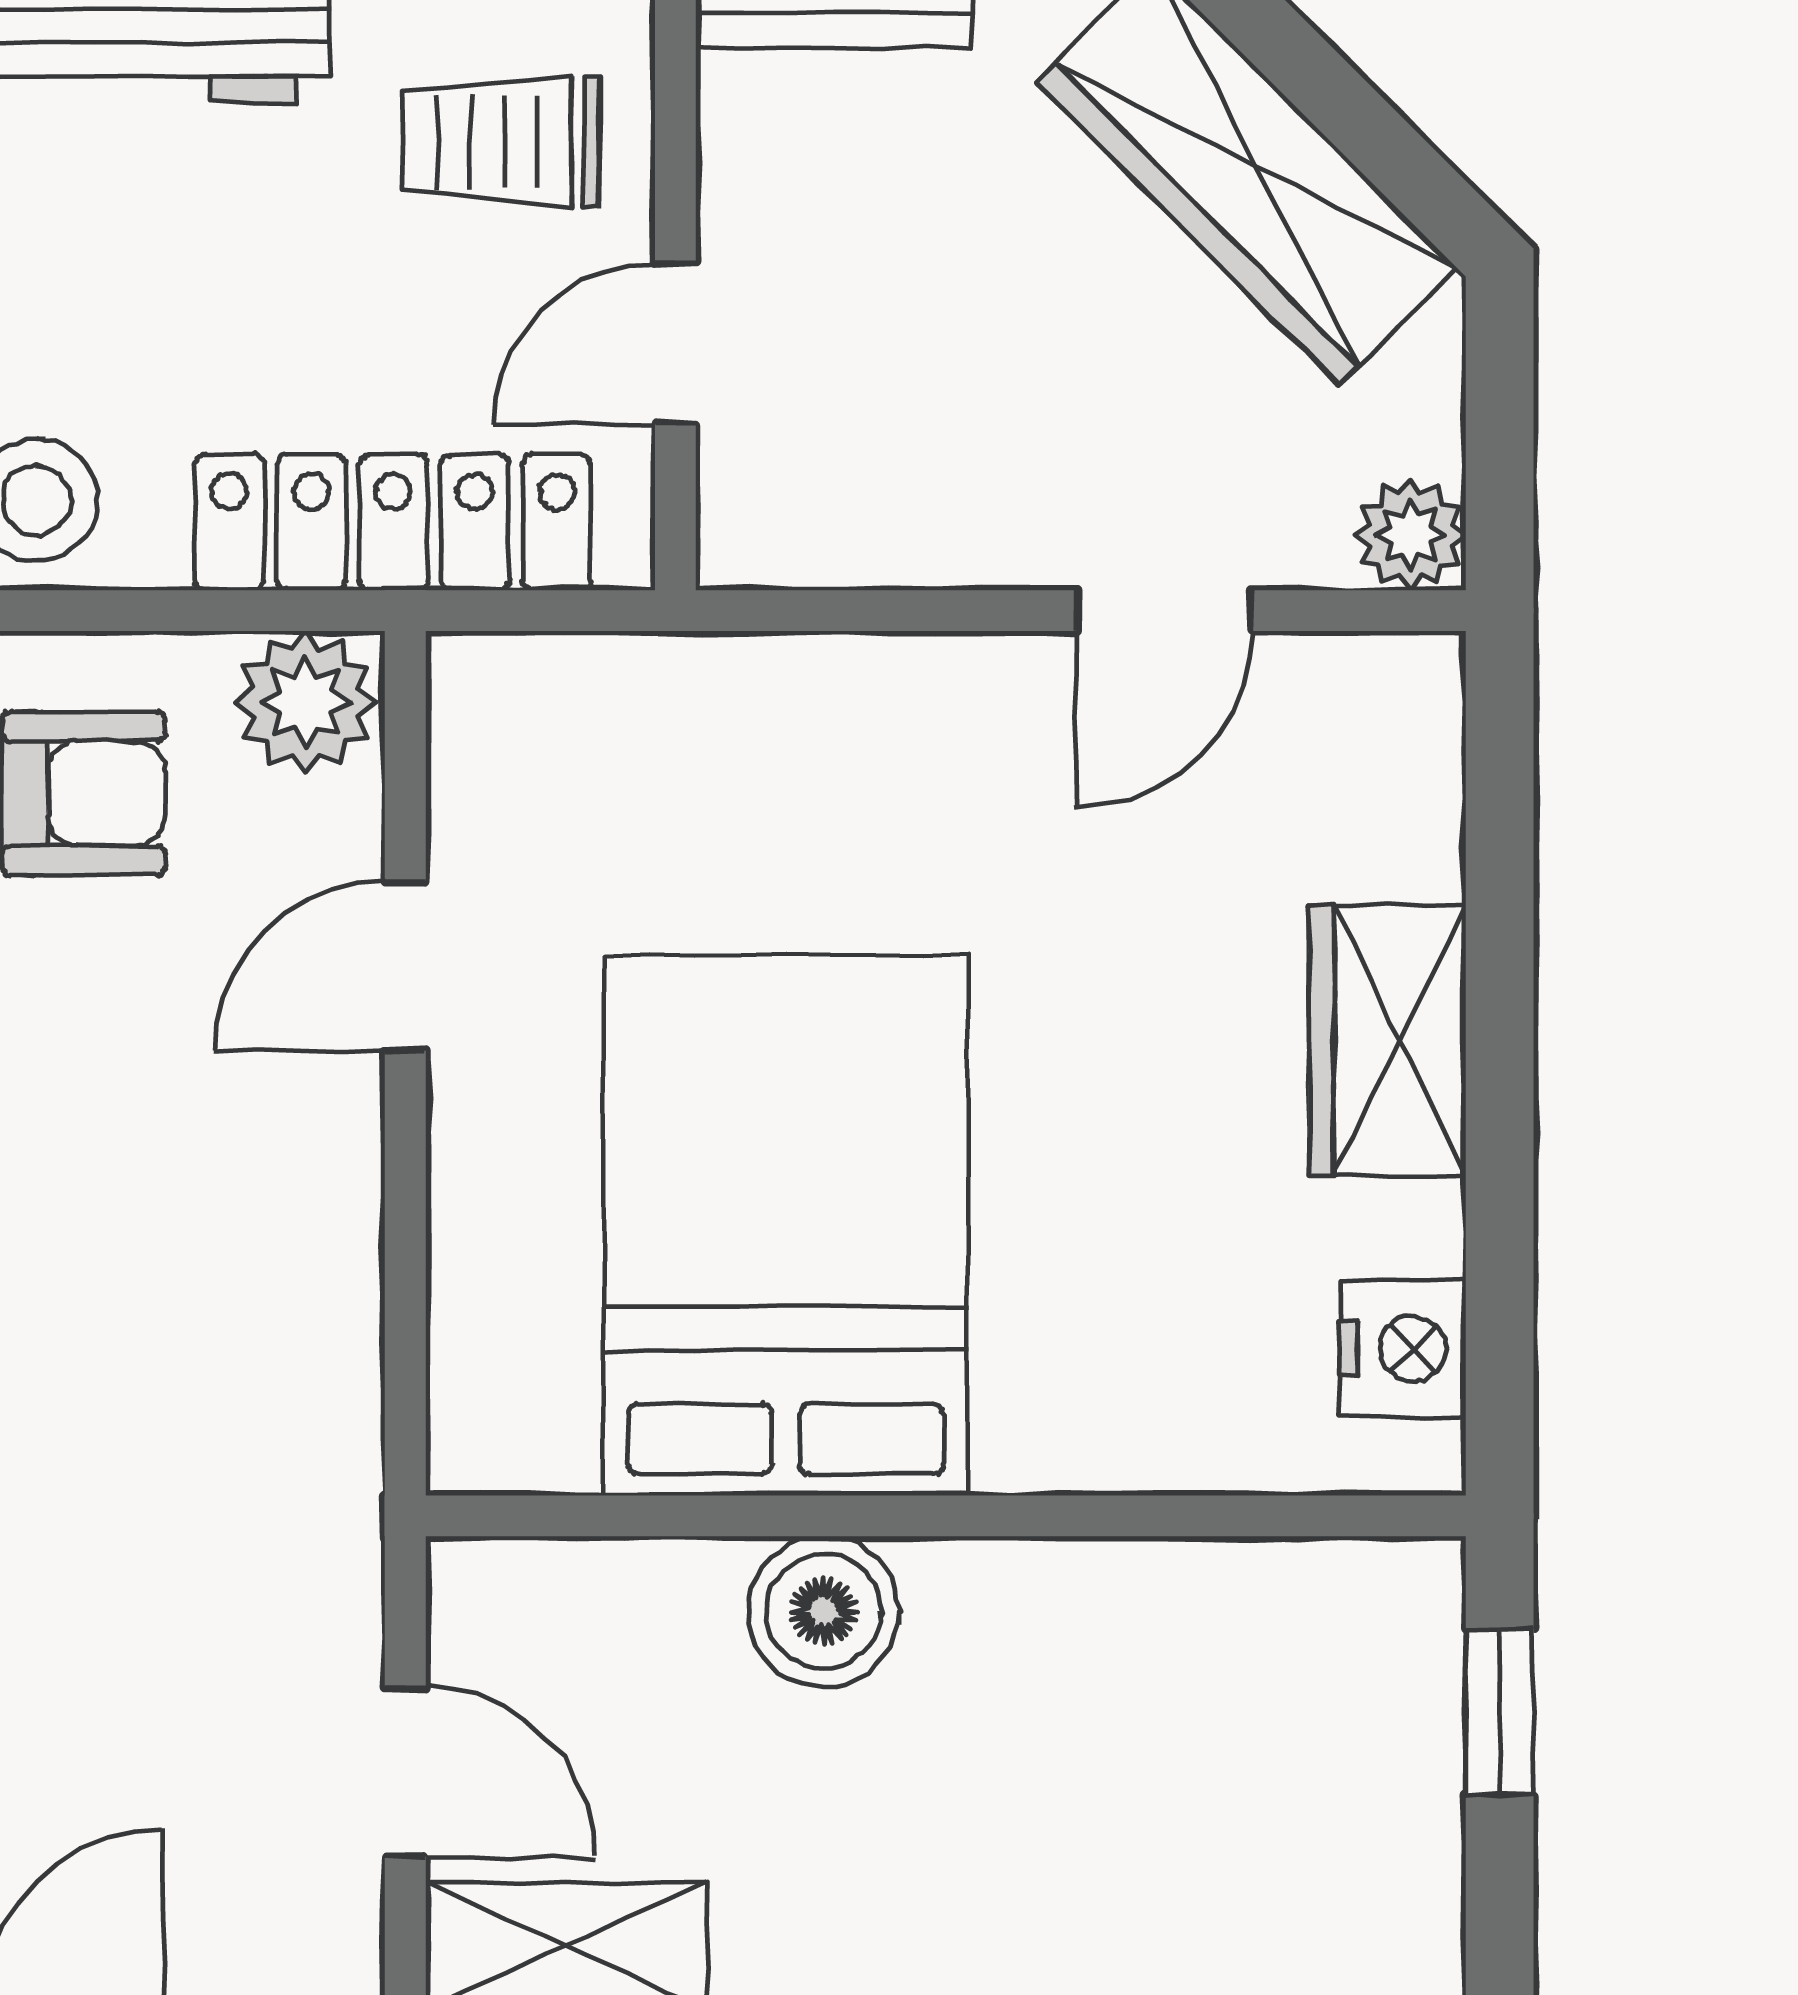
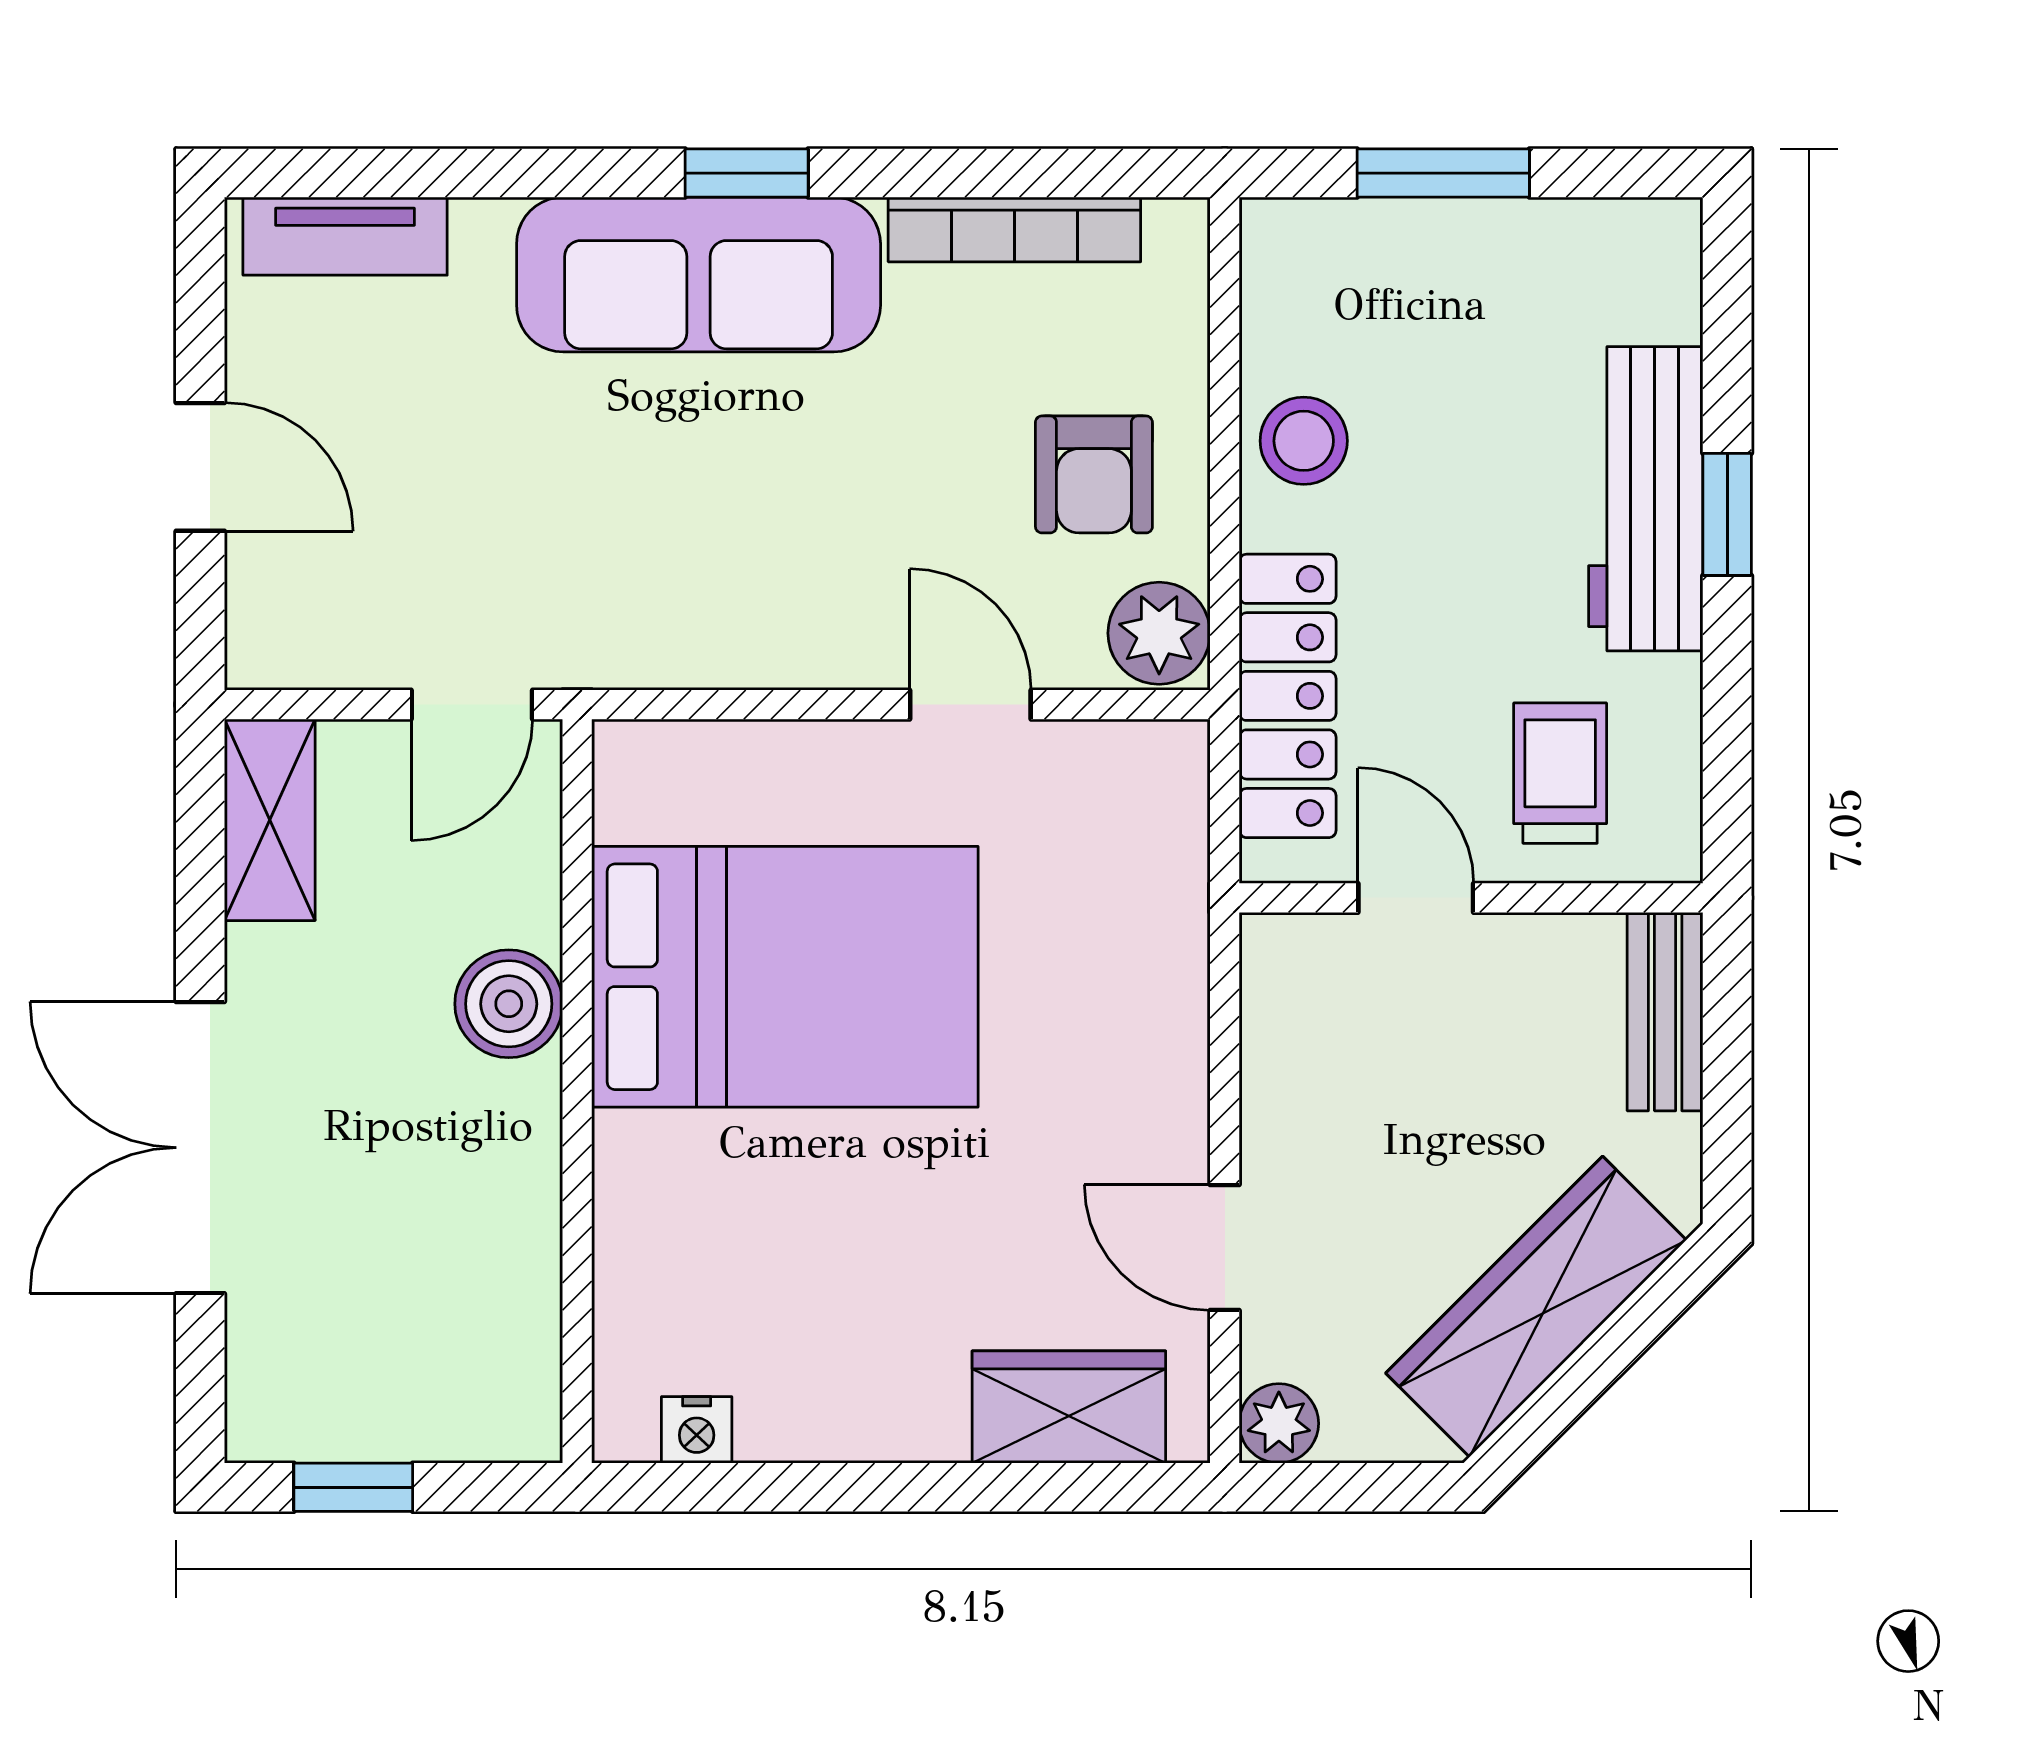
wardrobe: (1387, 1040) -> (1069, 1407), moved
nightstand: (1403, 1349) -> (697, 1430), width x0.72, depth x0.74
window: (1500, 1712) -> (353, 1487), moved
door: (405, 1772) -> (472, 705), moved

